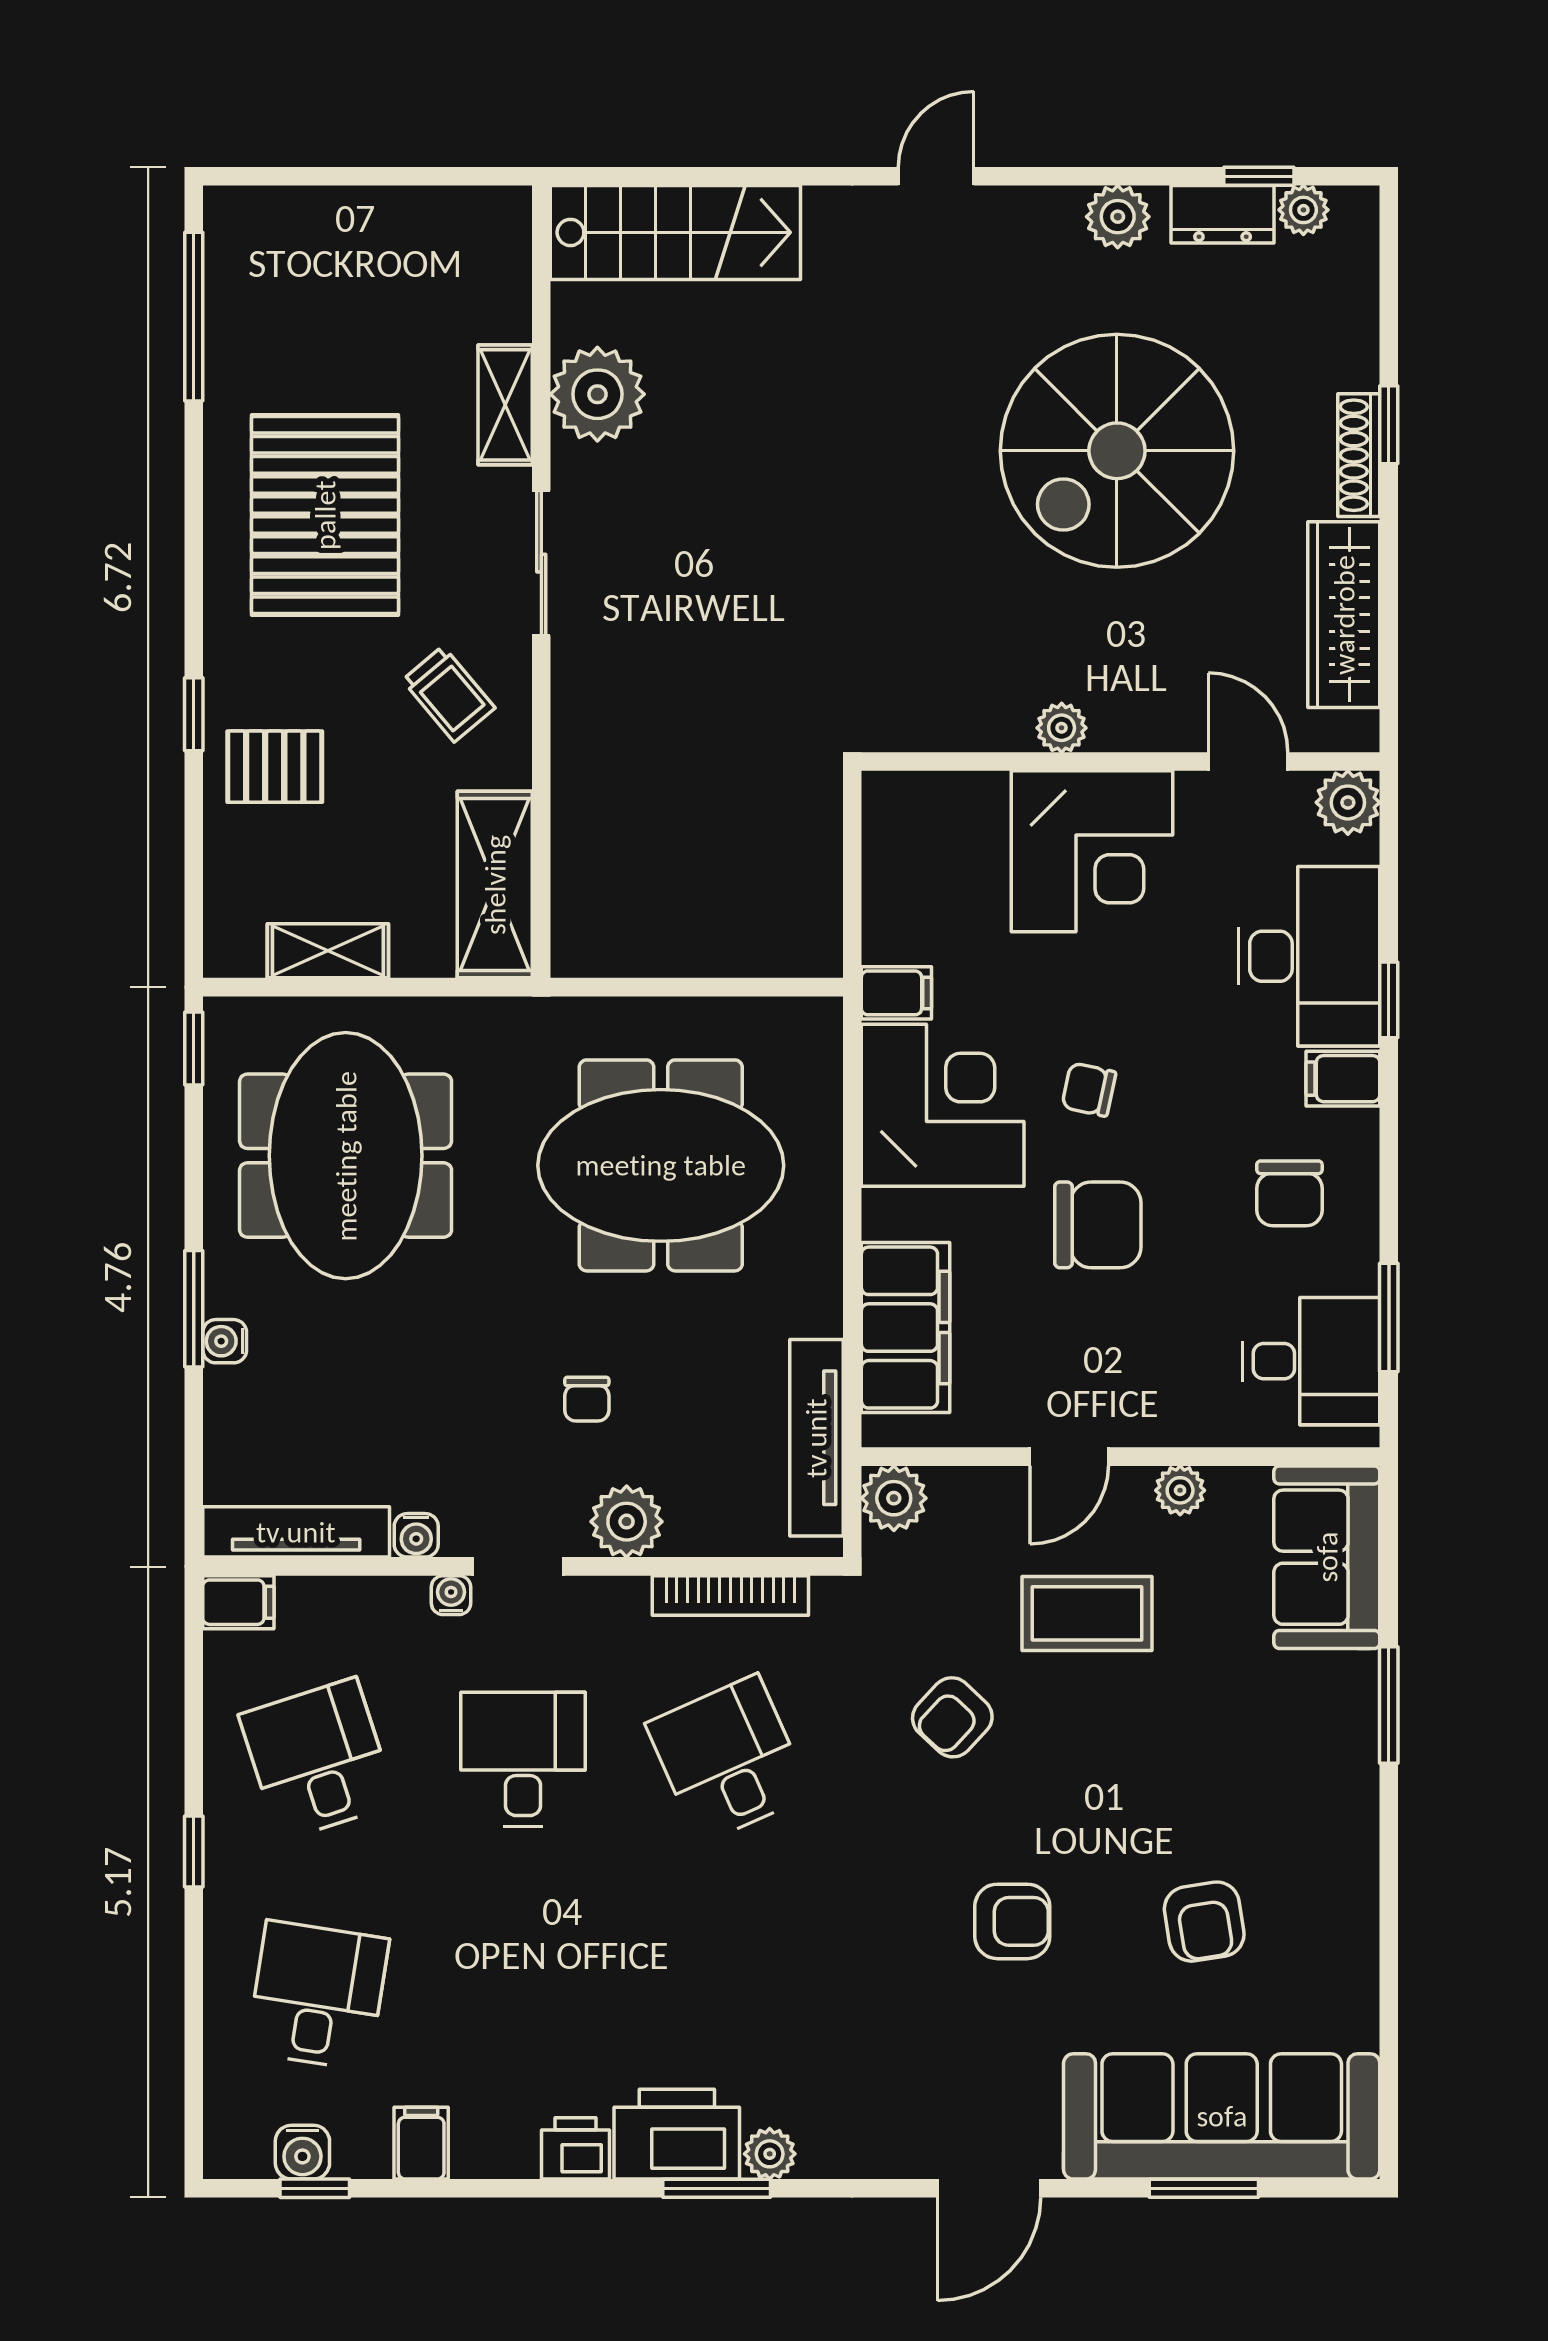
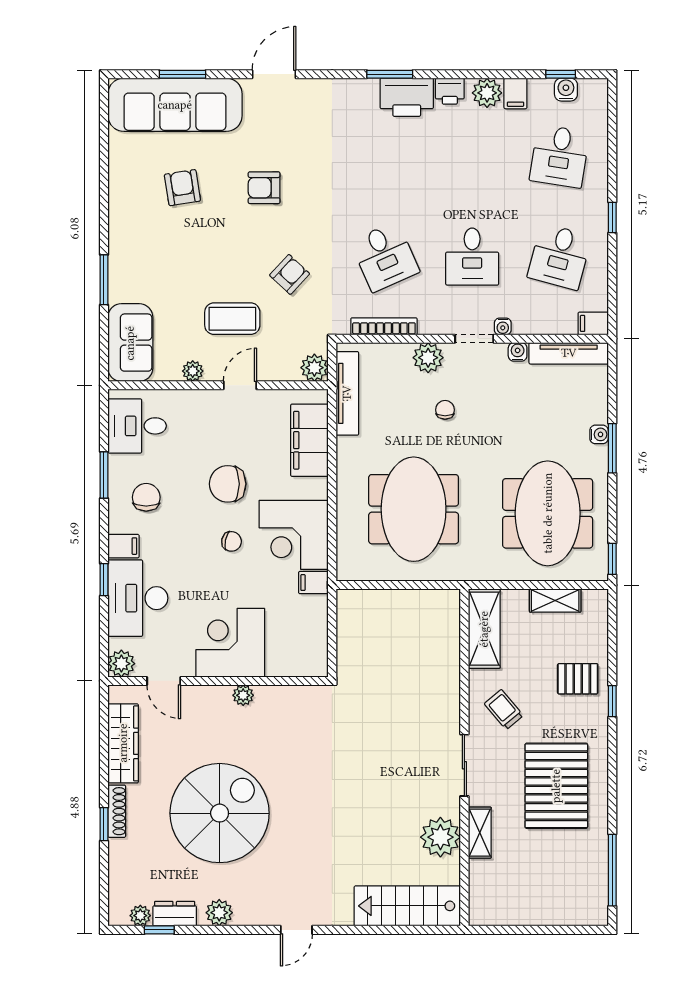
meeting table: (661, 1165) -> (414, 509), turned 90
window: (1389, 1317) -> (104, 475), moved
desk: (318, 1759) -> (559, 257), turned 33
plant: (770, 2154) -> (487, 93), moved, width x1.38, depth x1.38

